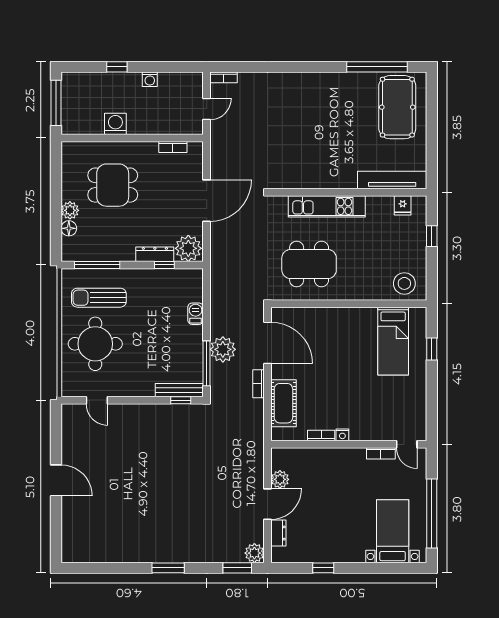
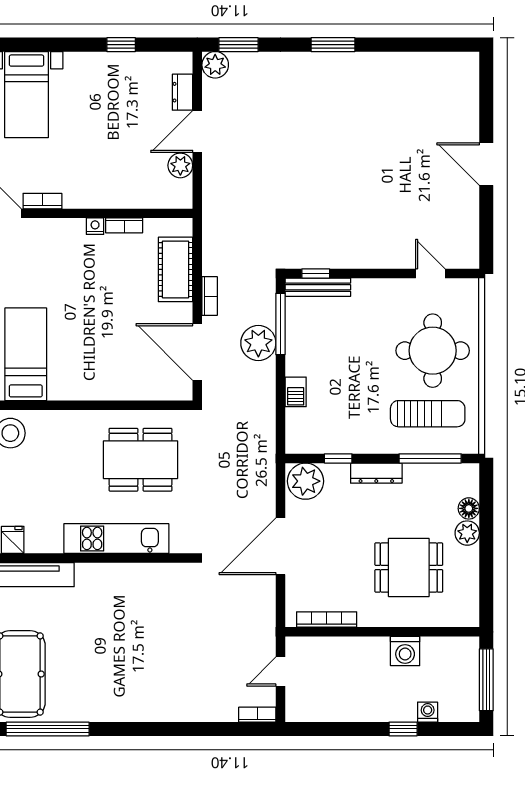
washing machine: (150, 79) -> (428, 712), moved
bookcase: (173, 147) -> (327, 620), width x1.56
dresser: (155, 254) -> (376, 473), moved

